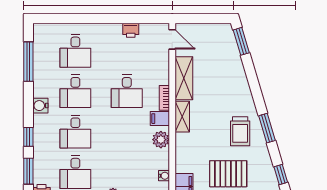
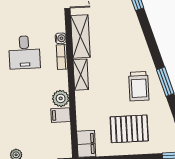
filing cabinet: (160, 119) -> (61, 115), moved
water cooler: (164, 176) -> (61, 38), moved

